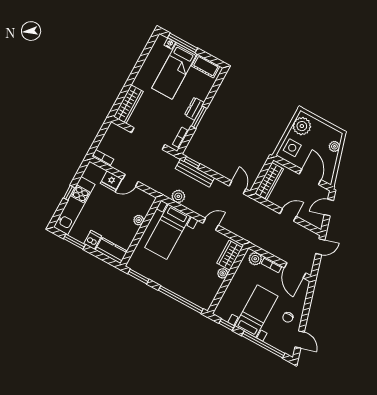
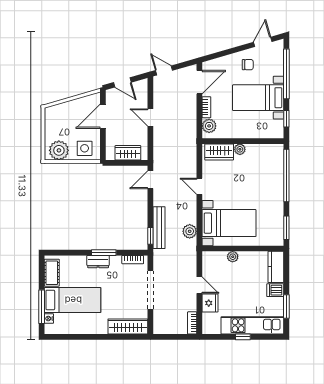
plant: (334, 146) -> (61, 109), removed
wardrobe: (269, 181) -> (128, 153), width x0.67

